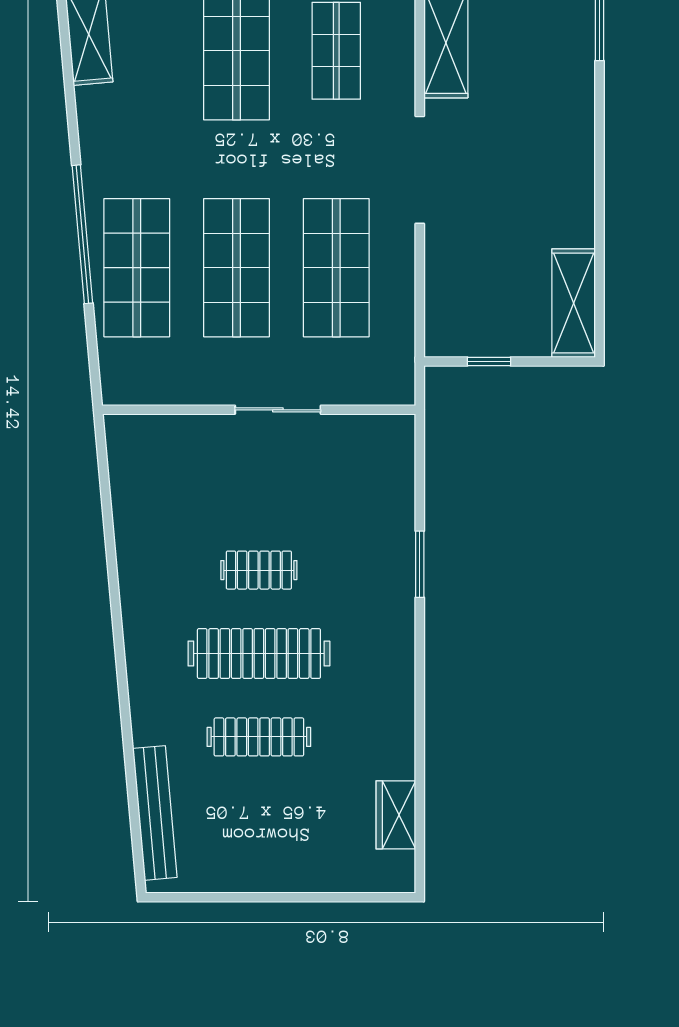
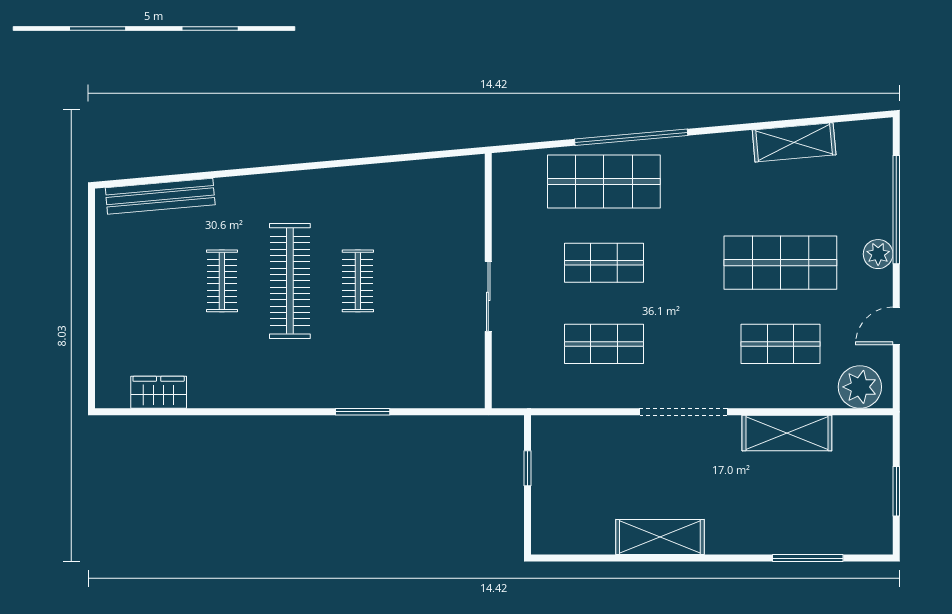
shop shelf: (236, 268) -> (604, 263), width x0.70, depth x0.74
shop shelf: (336, 268) -> (604, 344), width x0.70, depth x0.74
shelving: (574, 303) -> (660, 537), moved
clothes rail: (259, 737) -> (222, 281), width x0.73

